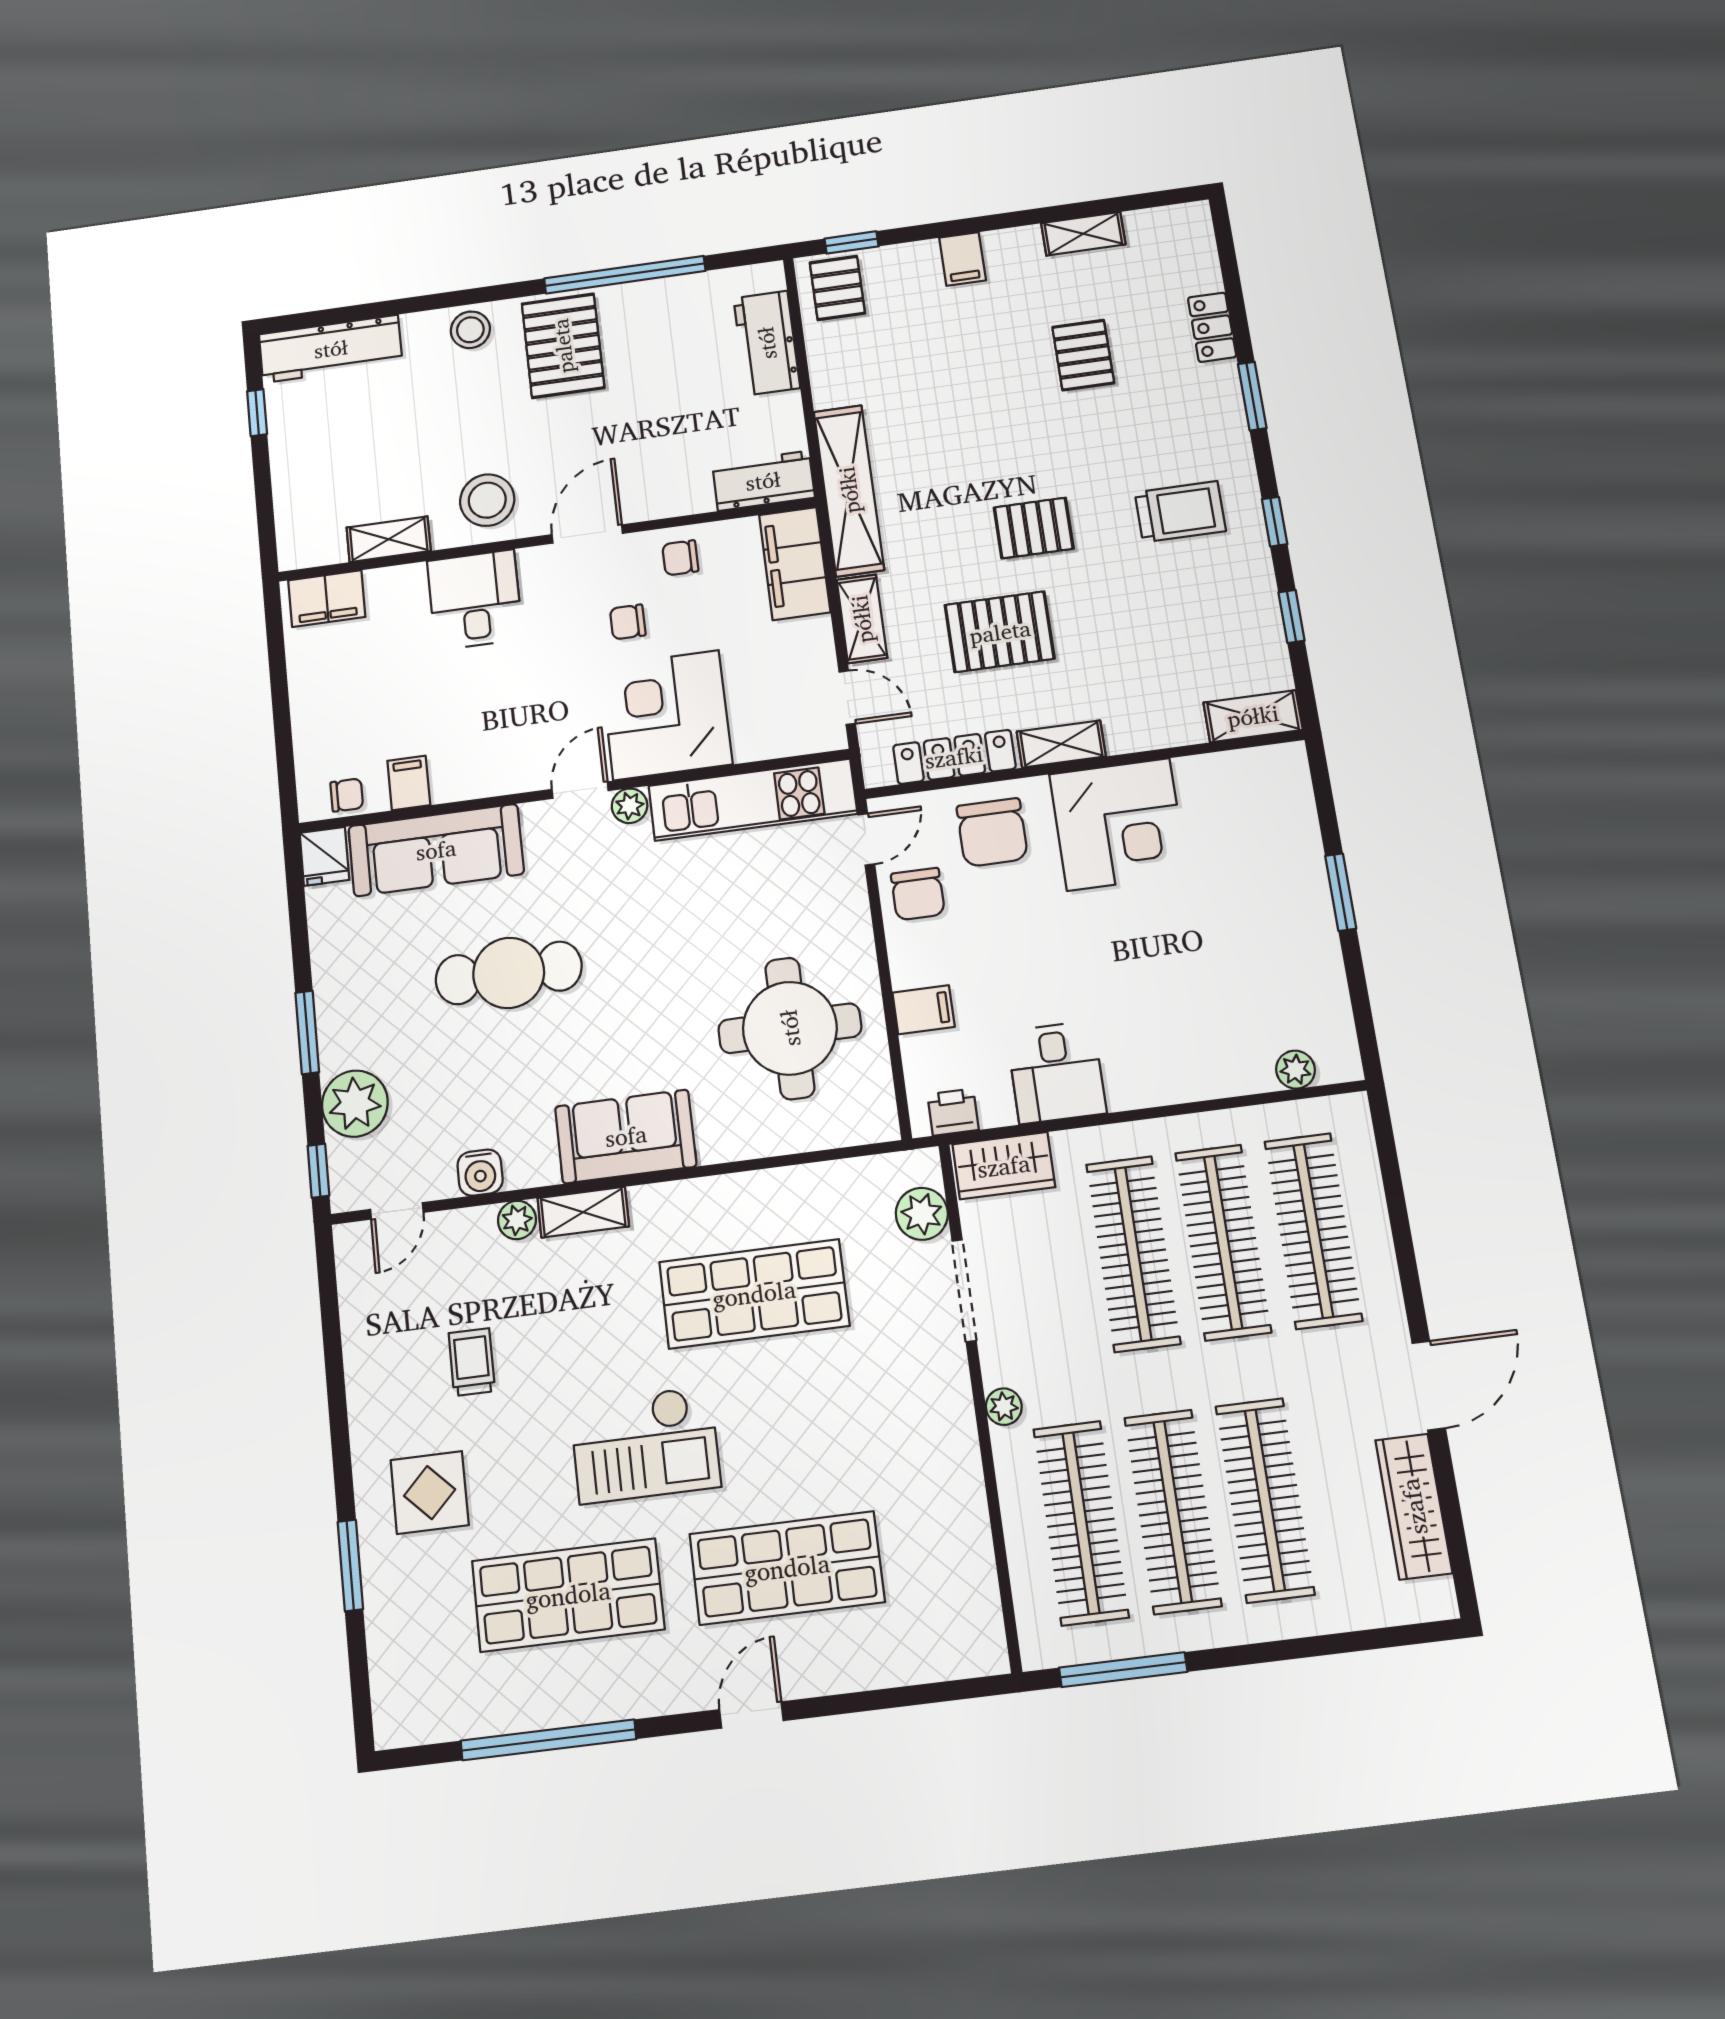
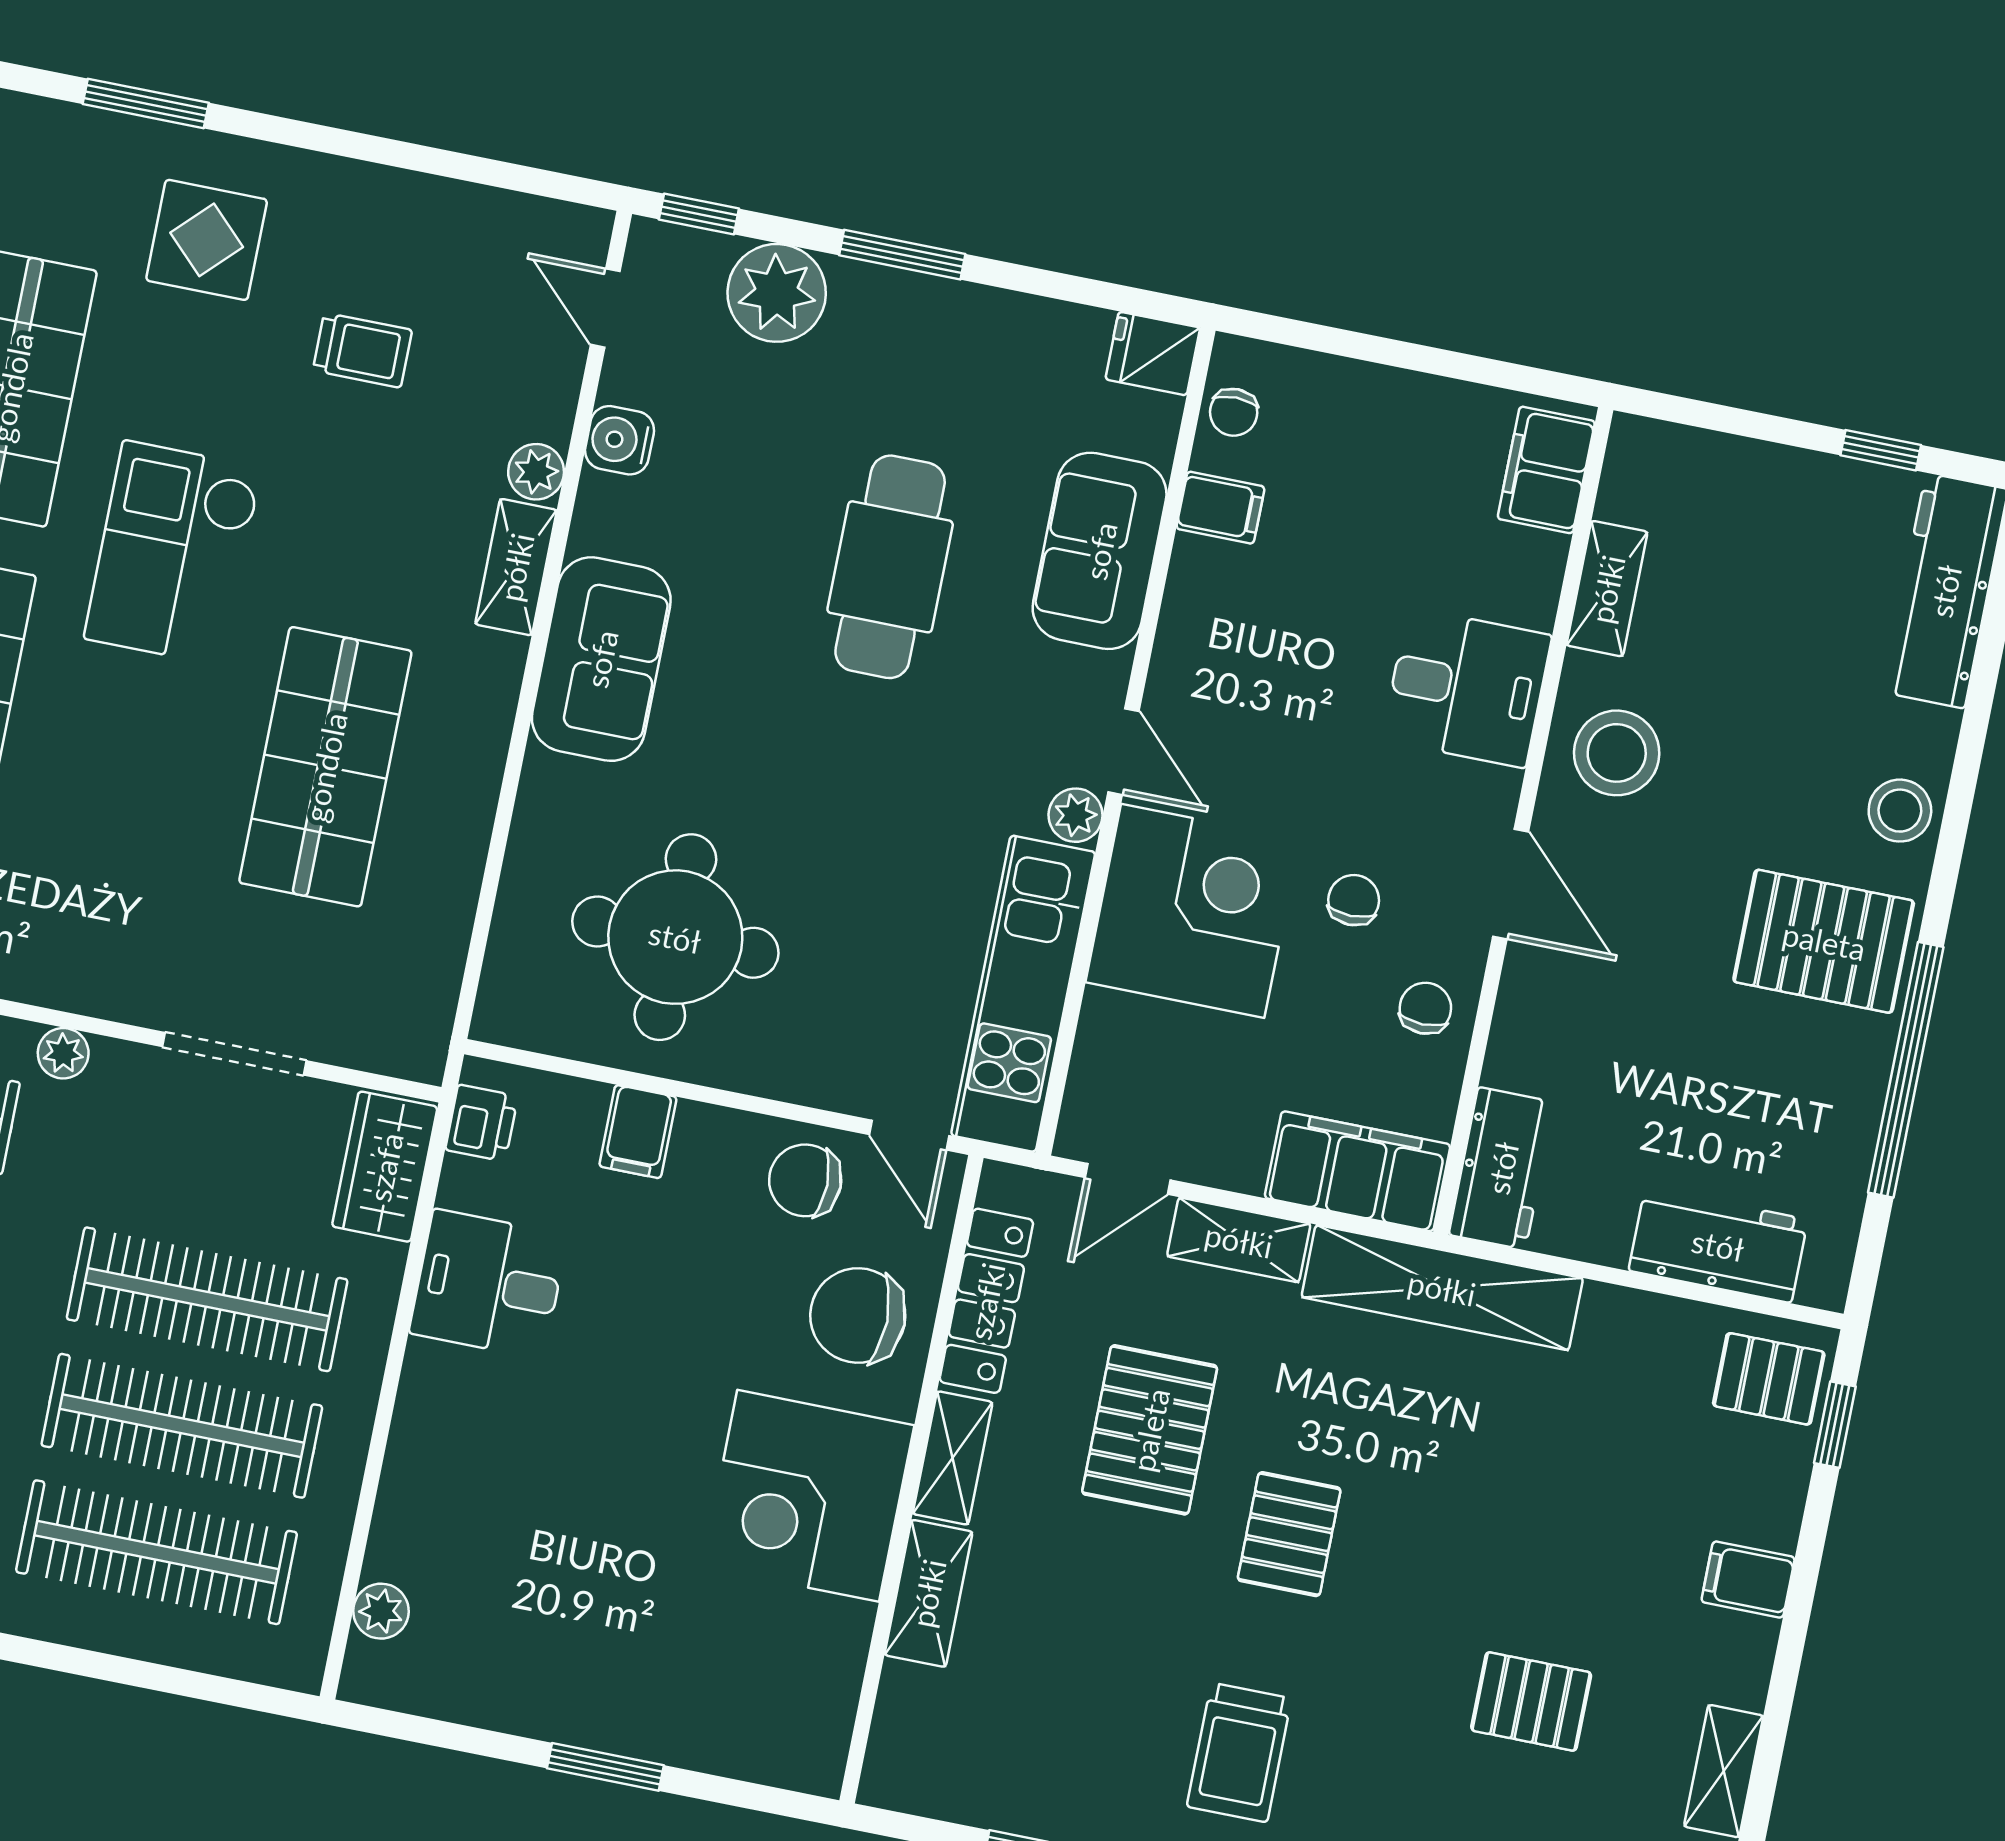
shelving: (1253, 716) -> (928, 1593), moved
sofa: (436, 850) -> (1100, 551), width x0.73
plant: (922, 1214) -> (357, 1032), removed

